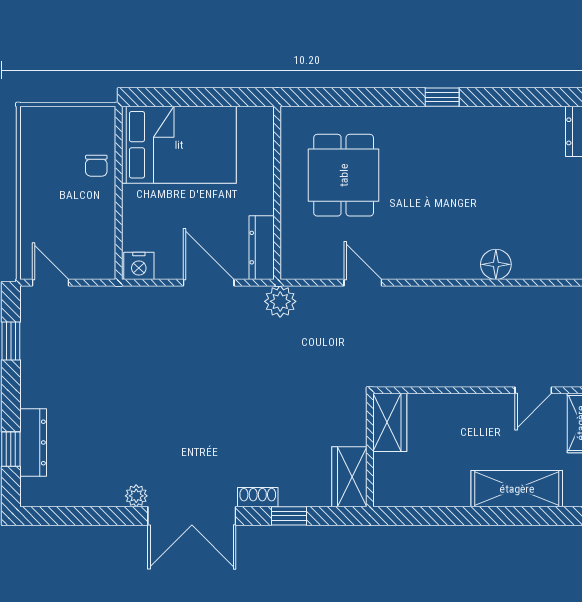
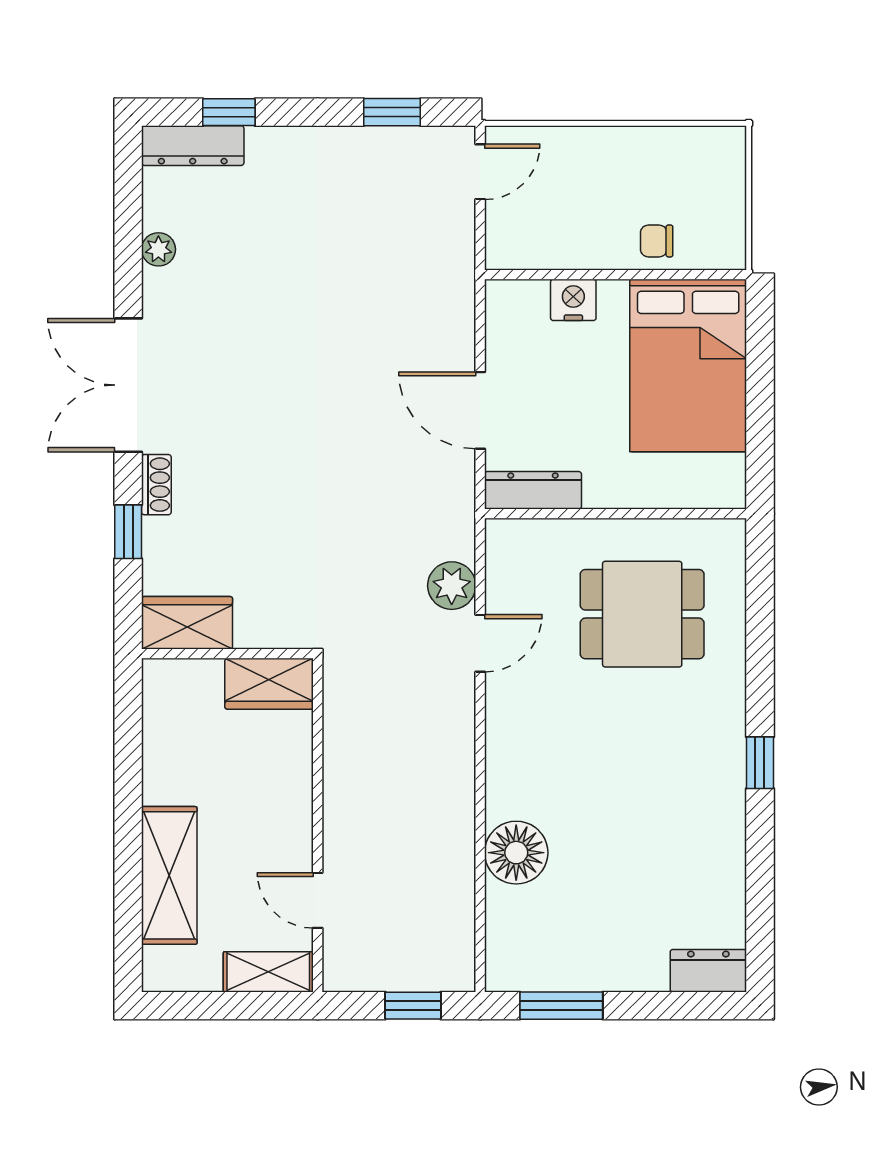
floor lamp: (496, 264) -> (516, 853), width x1.38, depth x1.38
nightstand: (139, 266) -> (573, 300), moved, turned 90
door: (209, 283) -> (480, 410), swing flipped
plant: (280, 301) -> (452, 586), moved
dresser: (33, 442) -> (193, 146), moved
plant: (136, 496) -> (158, 249), moved

